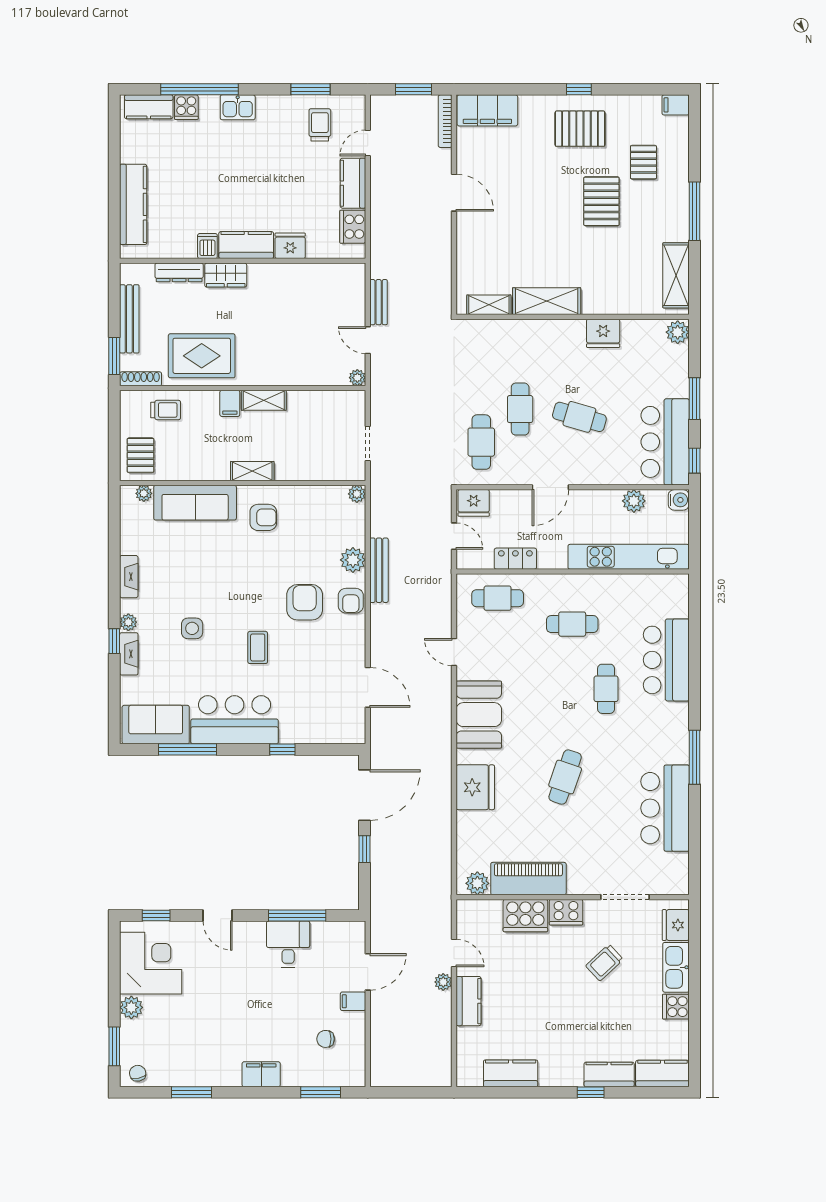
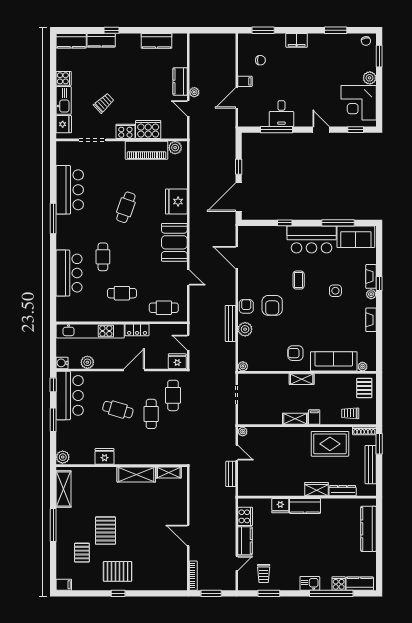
filing cabinet: (487, 110) -> (170, 582), removed
dishwasher: (207, 246) -> (327, 505), removed
locker: (515, 559) -> (137, 330), moved

